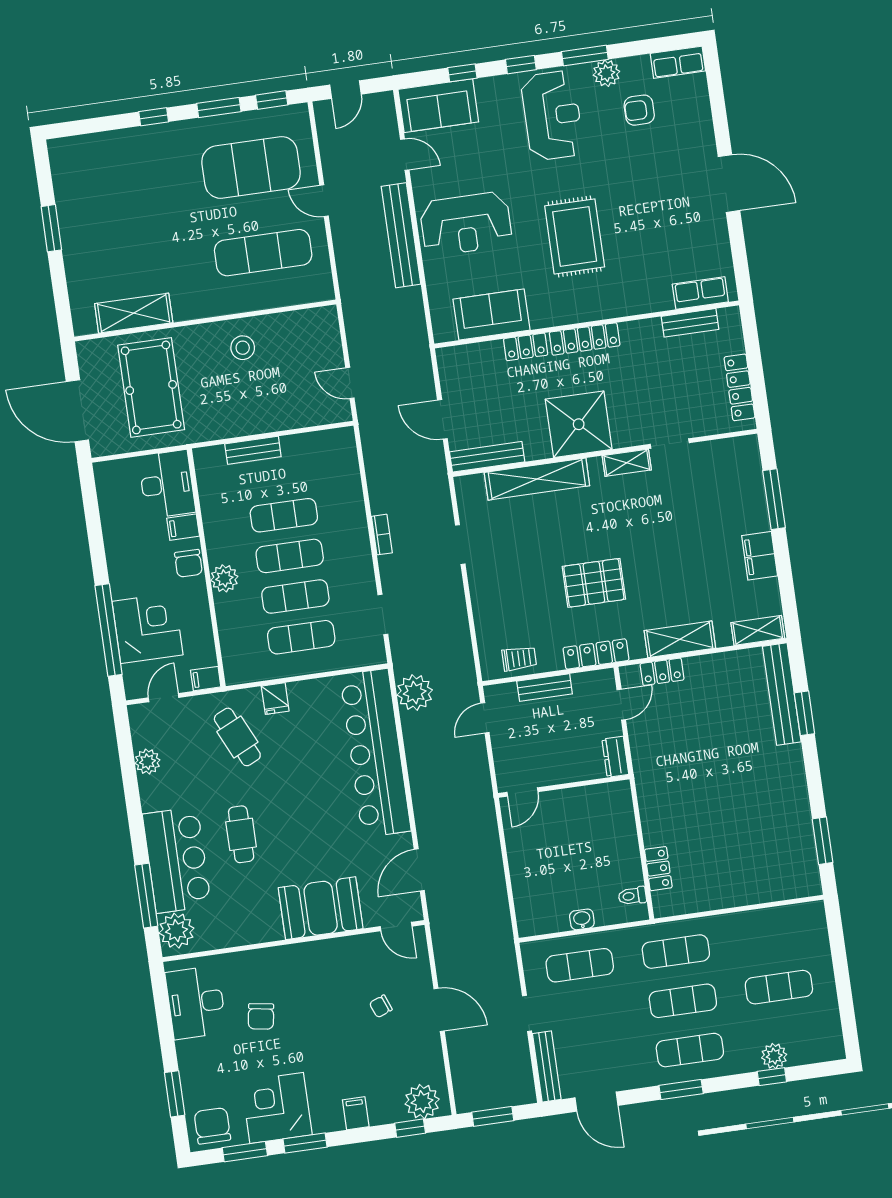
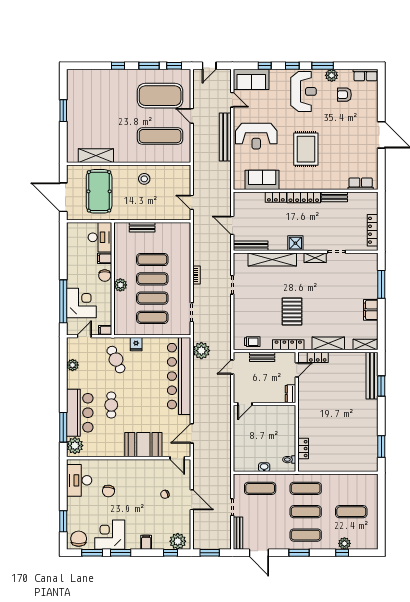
bench: (690, 323) -> (334, 197), moved
shower: (579, 424) -> (295, 243), width x0.54, depth x0.54
pallet: (594, 583) -> (292, 311), turned 90

